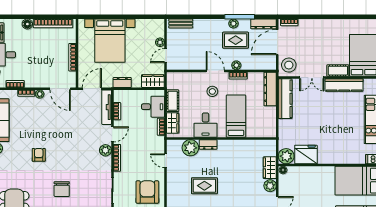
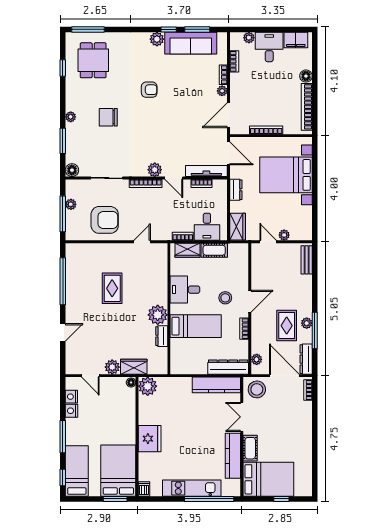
plant: (236, 65) -> (257, 359), moved
dresser: (208, 144) -> (162, 336), moved
plant: (190, 148) -> (158, 315), moved
fridge: (306, 154) -> (150, 439), moved

